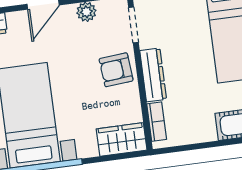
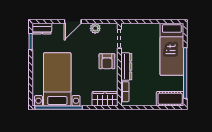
armchair: (116, 70) -> (107, 61), turned -85

